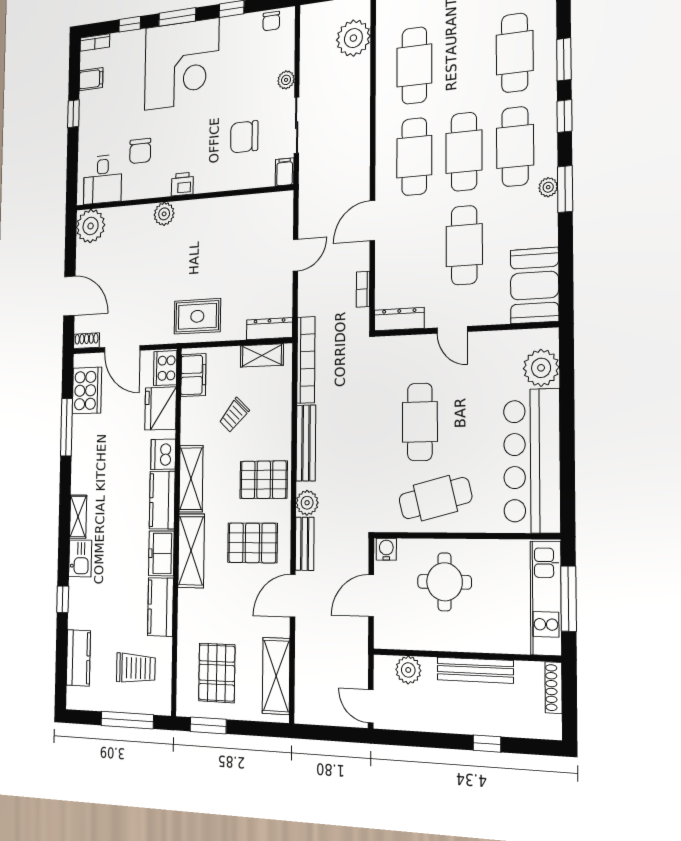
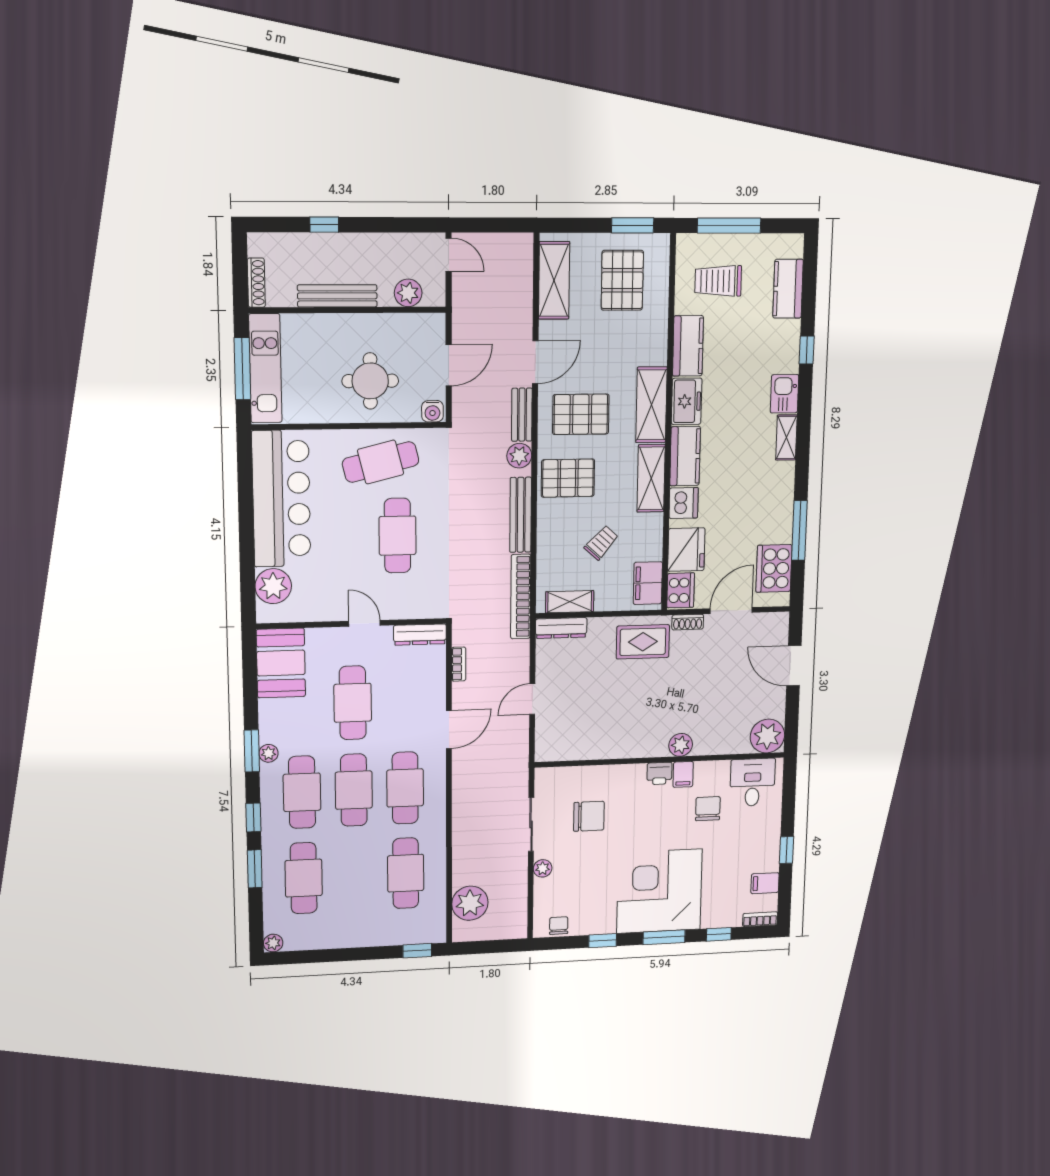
filing cabinet: (285, 172) -> (683, 774), moved
shoe rack: (87, 341) -> (688, 622), moved
door: (122, 349) -> (731, 611), hinge flipped

